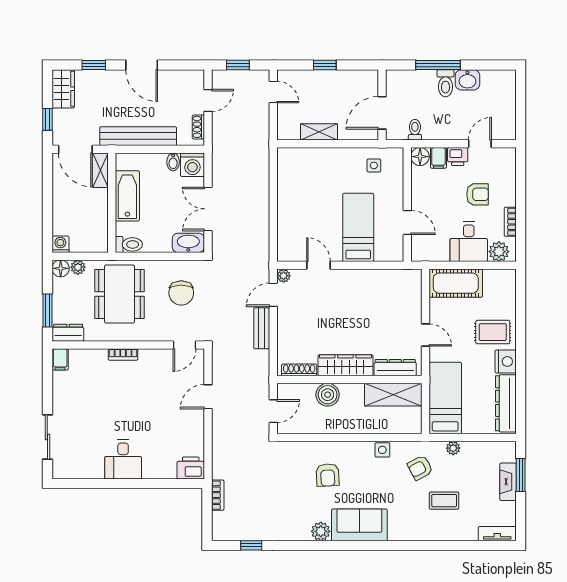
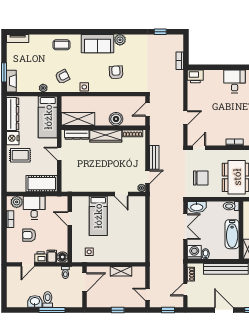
chair: (181, 293) -> (201, 178), turned 90
fireplace: (508, 482) -> (11, 81), moved
coffee table: (444, 501) -> (62, 45), moved

